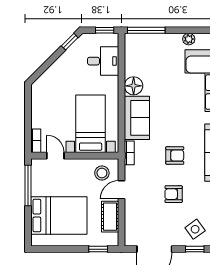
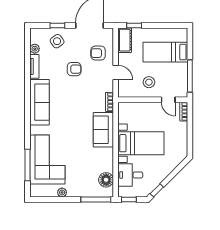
floor lamp: (134, 86) -> (106, 180), moved
bed with nightstands: (91, 124) -> (141, 143), moved, turned -90
armchair: (175, 155) -> (98, 53), moved
stool: (102, 173) -> (149, 82), moved
door: (121, 190) -> (116, 72), hinge flipped
bed: (59, 216) -> (165, 52), width x0.67
cot: (110, 217) -> (125, 40), moved

